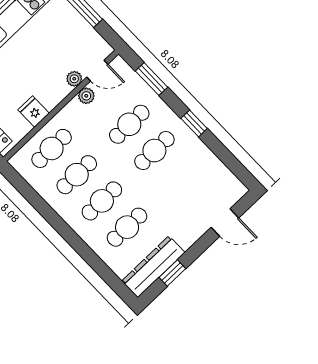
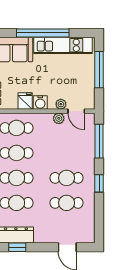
window: (152, 79) -> (99, 141), width x1.44
water cooler: (51, 98) -> (40, 103), added
cafe table: (129, 124) -> (67, 203), moved

